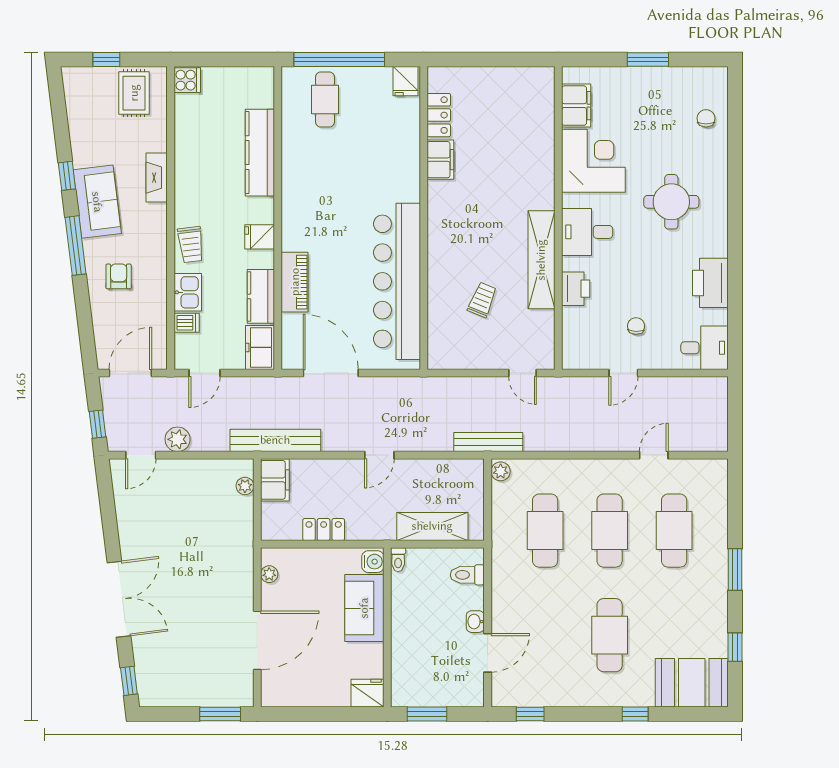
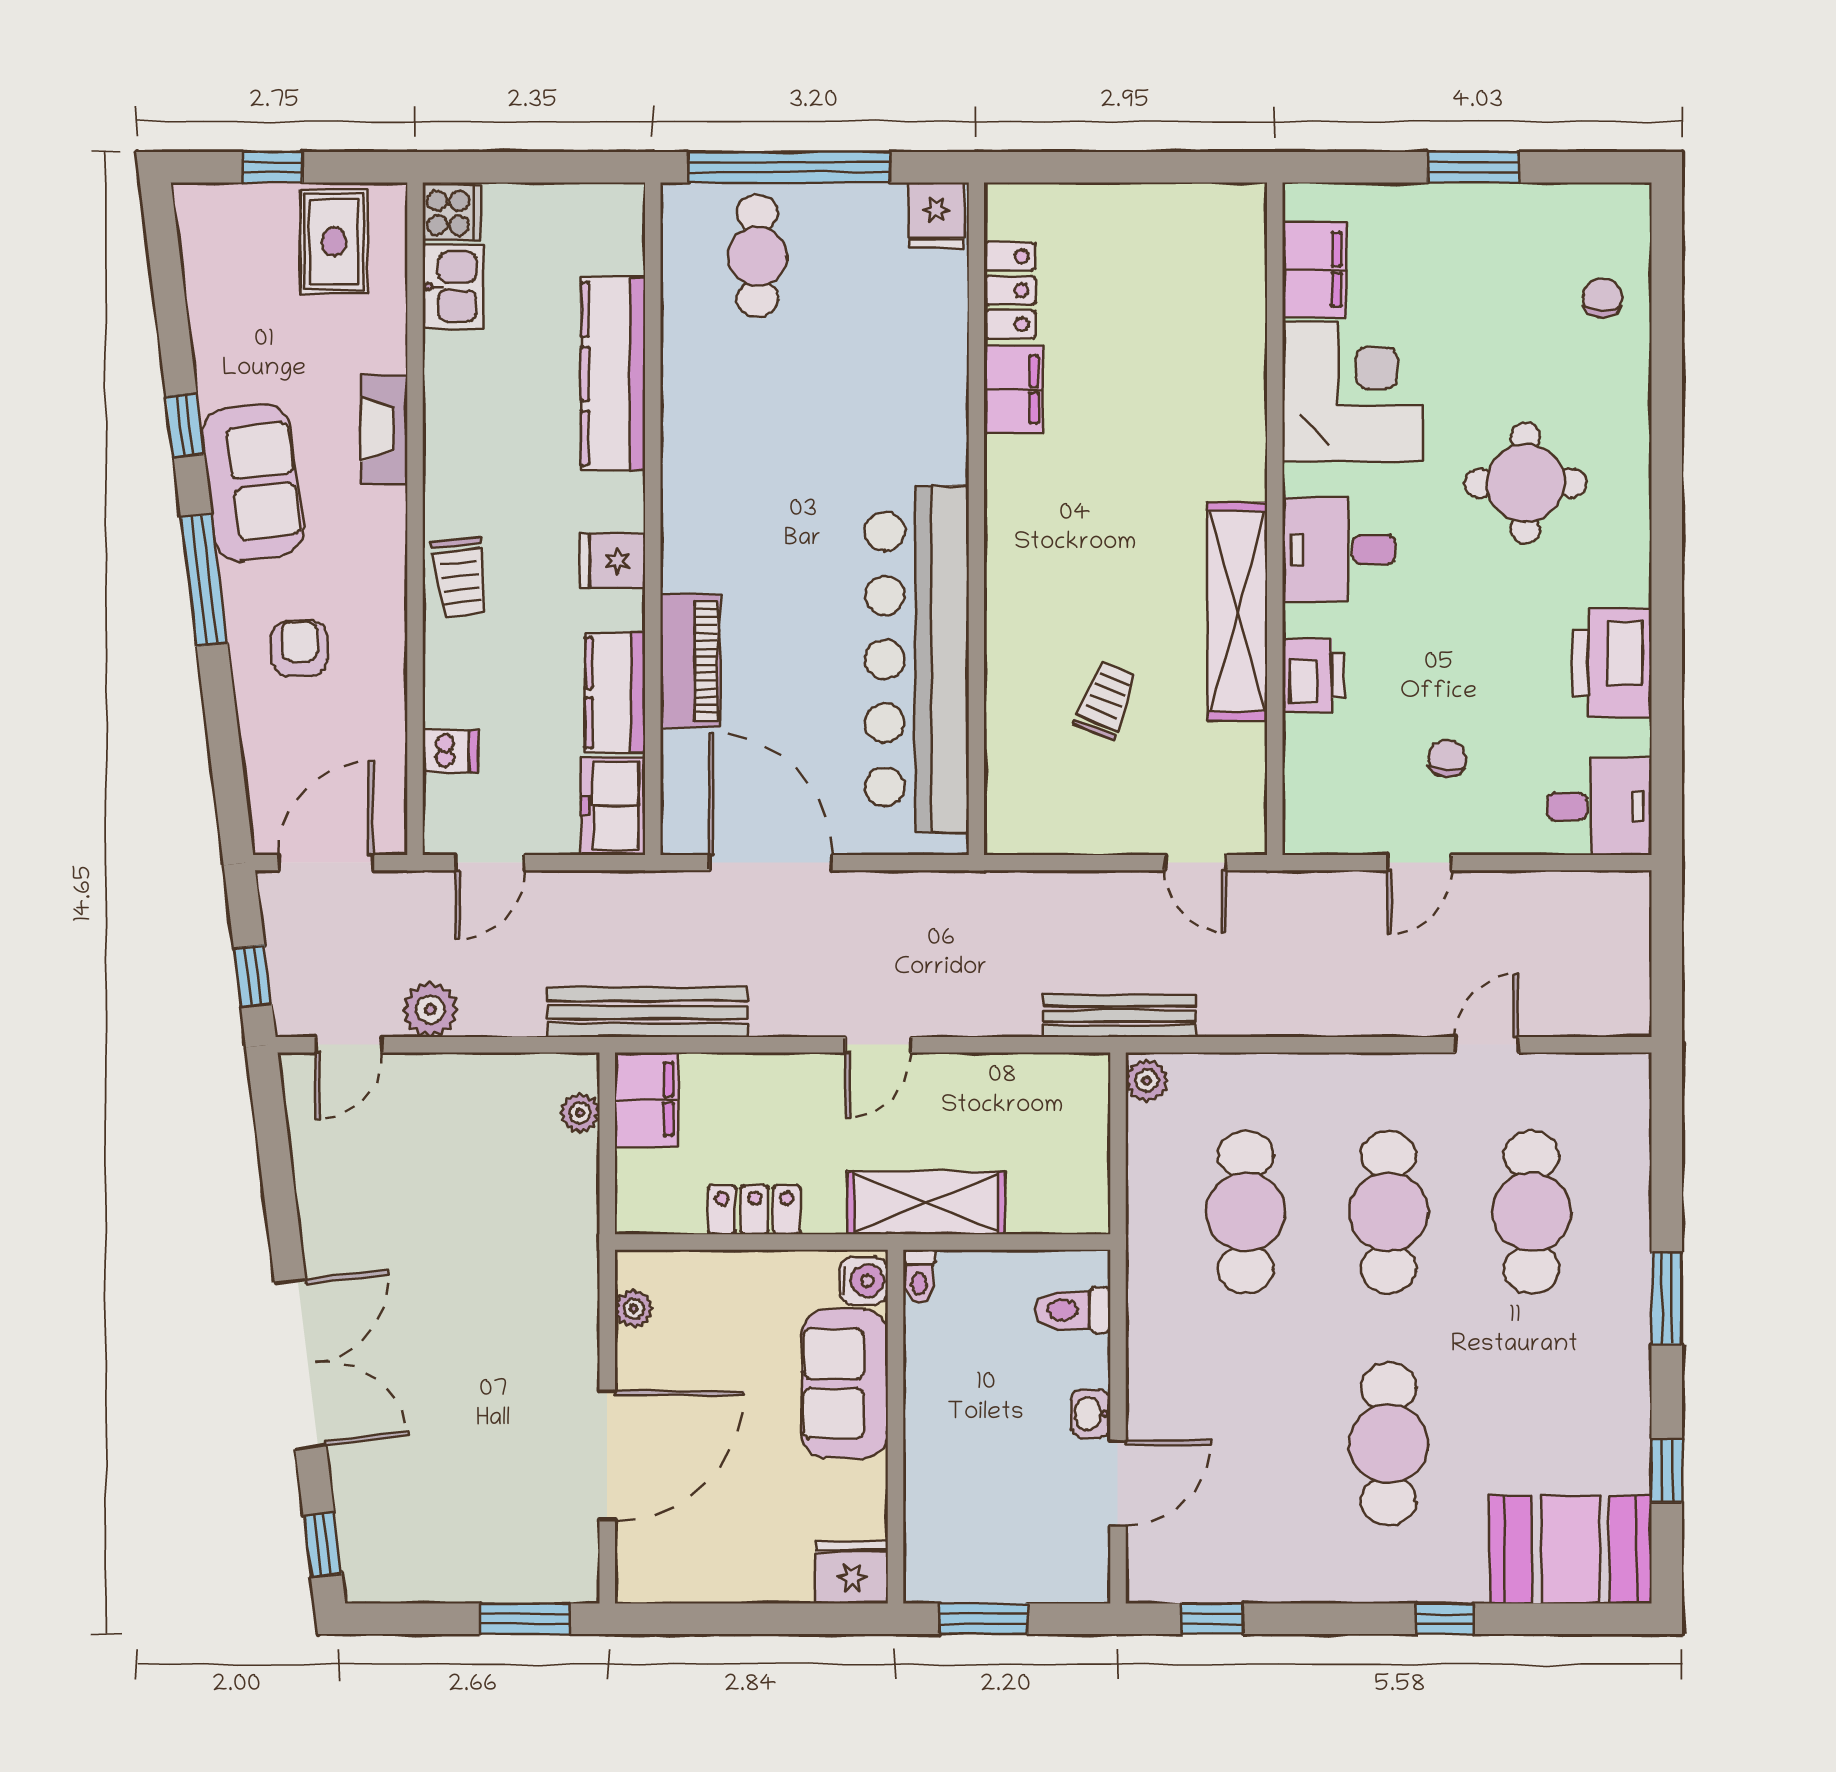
kitchen sink: (188, 292) -> (453, 286), moved
shelving: (432, 526) -> (926, 1203), moved

